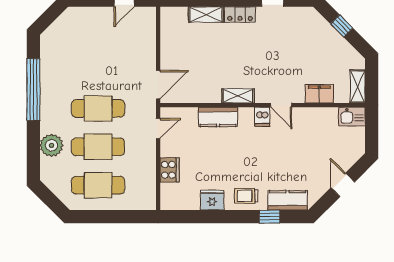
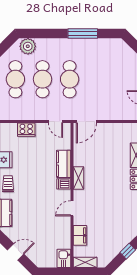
door: (158, 85) -> (86, 122), hinge flipped
window: (33, 90) -> (83, 34), width x0.68
dishwasher: (262, 117) -> (64, 184), moved
plant: (51, 145) -> (28, 46), moved

